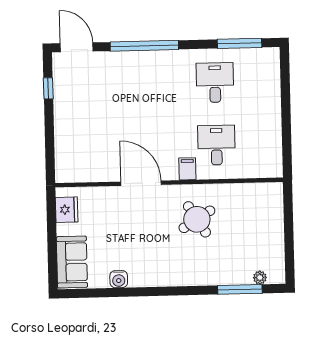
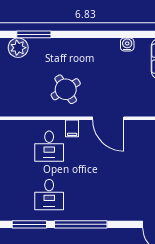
window: (144, 46) -> (81, 224), moved
plant: (260, 278) -> (18, 48), width x1.88, depth x1.88

